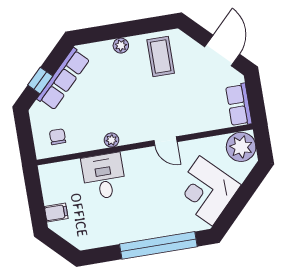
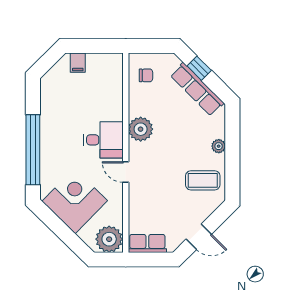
door: (222, 50) -> (199, 237), width x0.73
plant: (111, 140) -> (141, 129), width x1.88, depth x1.88
door: (166, 141) -> (126, 172), hinge flipped
desk: (104, 176) -> (103, 140), moved

